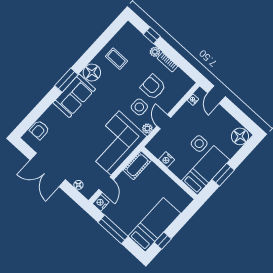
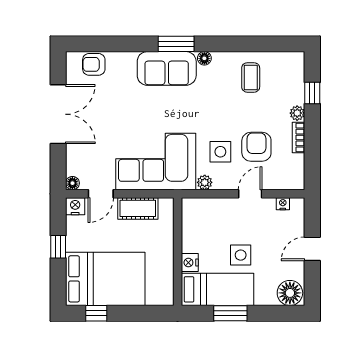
floor lamp: (92, 73) -> (204, 58), width x0.53, depth x0.53
door: (217, 95) -> (312, 249), moved
door: (164, 122) -> (250, 194), moved
nightstand: (167, 160) -> (190, 263), moved
cot: (137, 165) -> (138, 208), moved
double door: (48, 170) -> (58, 114), swing flipped
floor lamp: (78, 185) -> (72, 183), moved
bed: (154, 225) -> (105, 279), width x1.50
window: (113, 229) -> (58, 247), width x0.46

